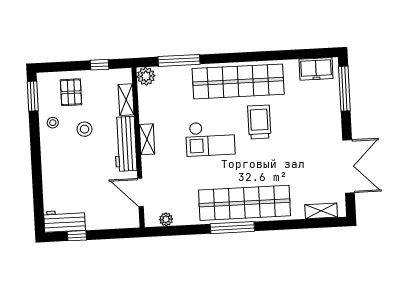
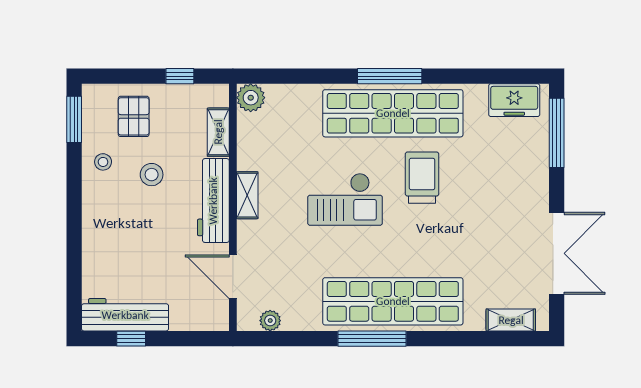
window: (179, 60) -> (390, 76), moved
workbench: (64, 221) -> (125, 315), width x1.38

